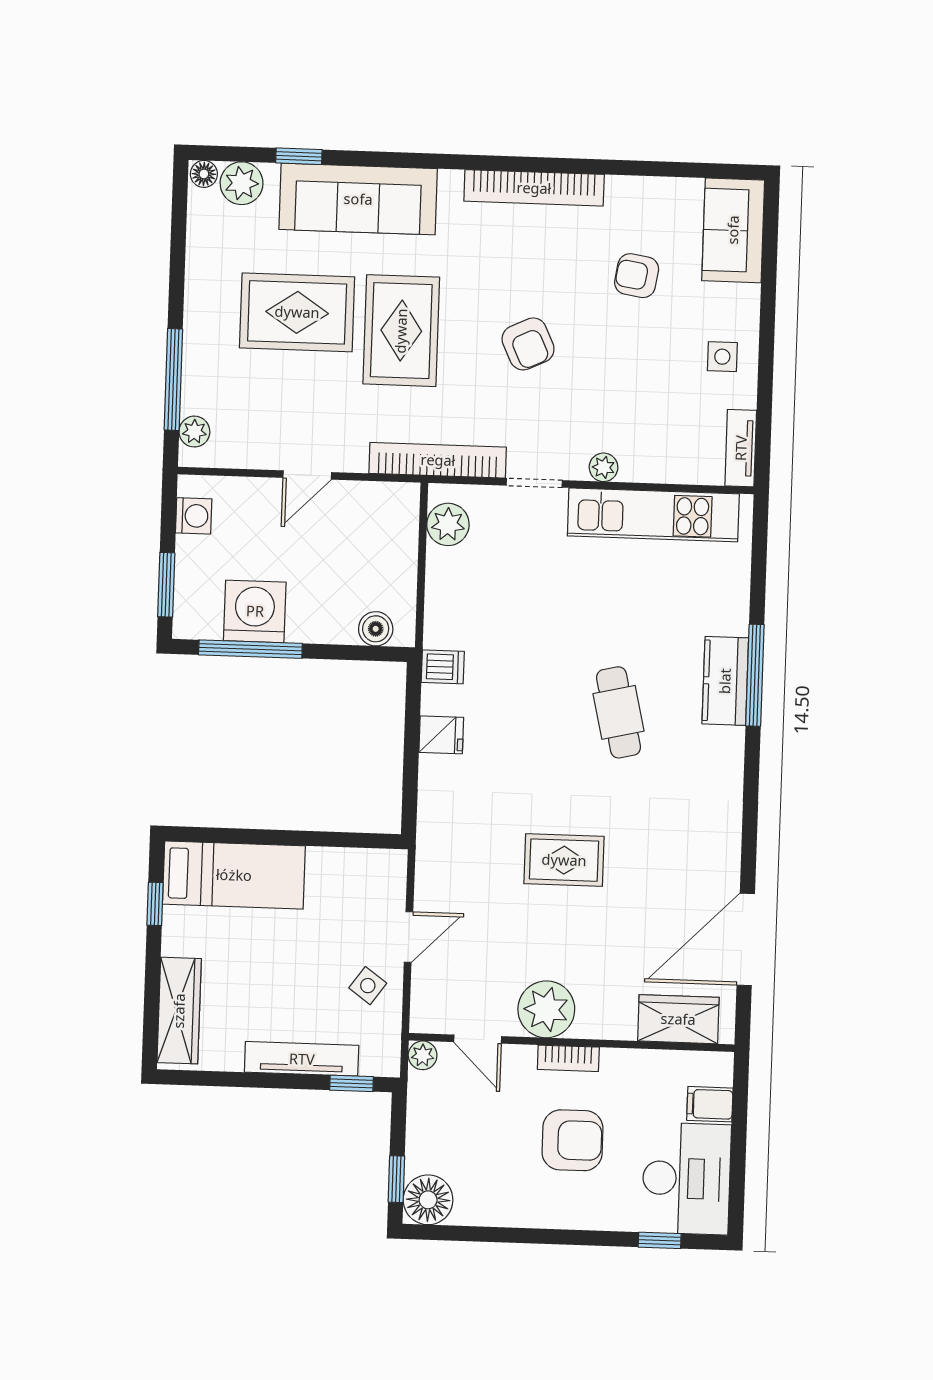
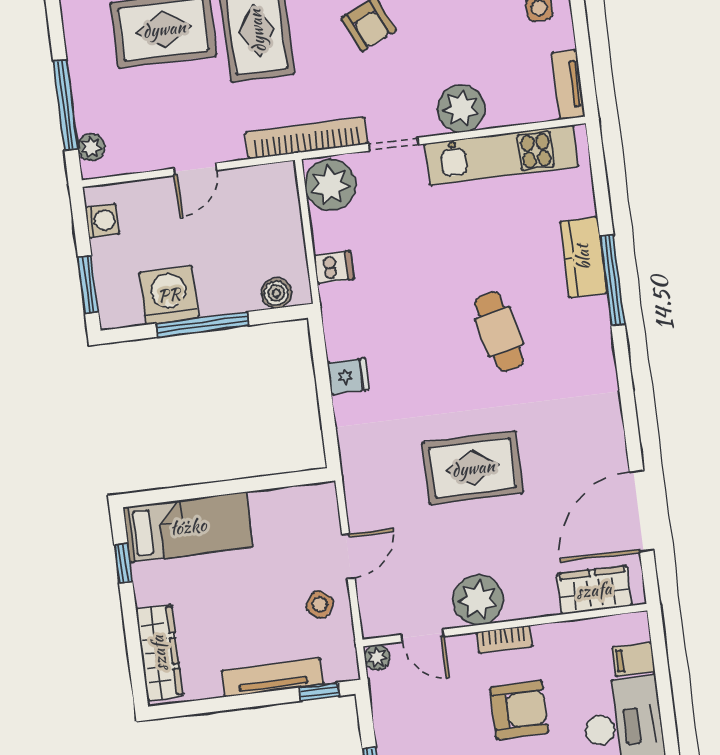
plant: (604, 467) -> (461, 109), width x1.87, depth x1.87
plant: (448, 524) -> (330, 185), width x1.36, depth x1.36
window: (250, 649) -> (202, 324), moved
dishwasher: (443, 667) -> (334, 267), moved
kitchen counter: (725, 681) -> (583, 257), moved
rug: (564, 860) -> (473, 468), width x1.36, depth x1.43

